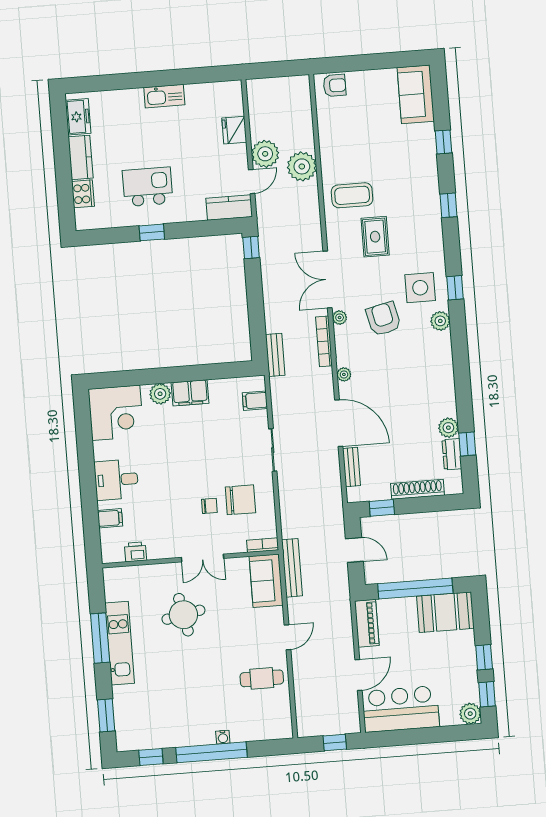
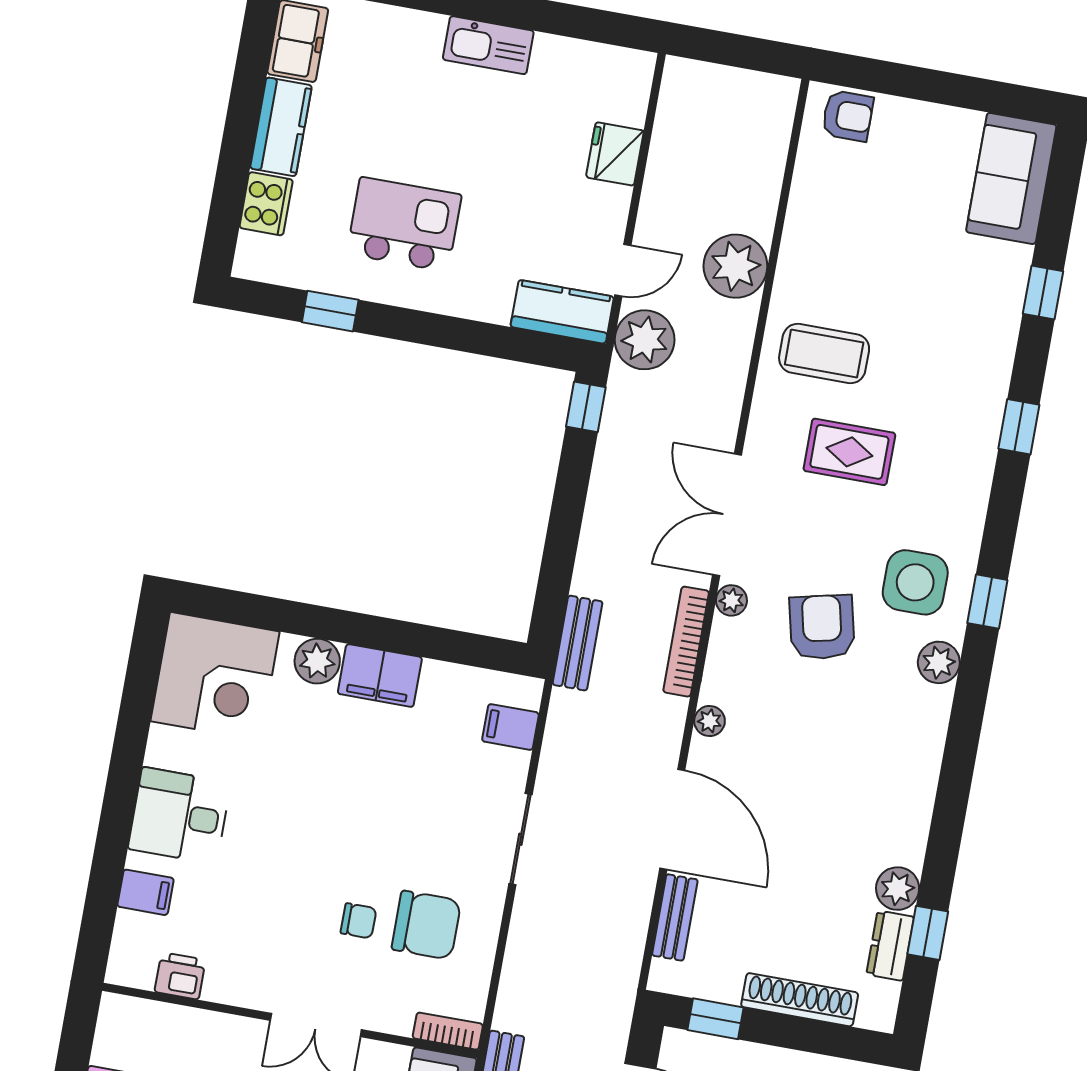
plant: (265, 154) -> (645, 340), moved
window: (152, 232) -> (330, 311), moved
rug: (375, 237) -> (849, 452), turned 90

